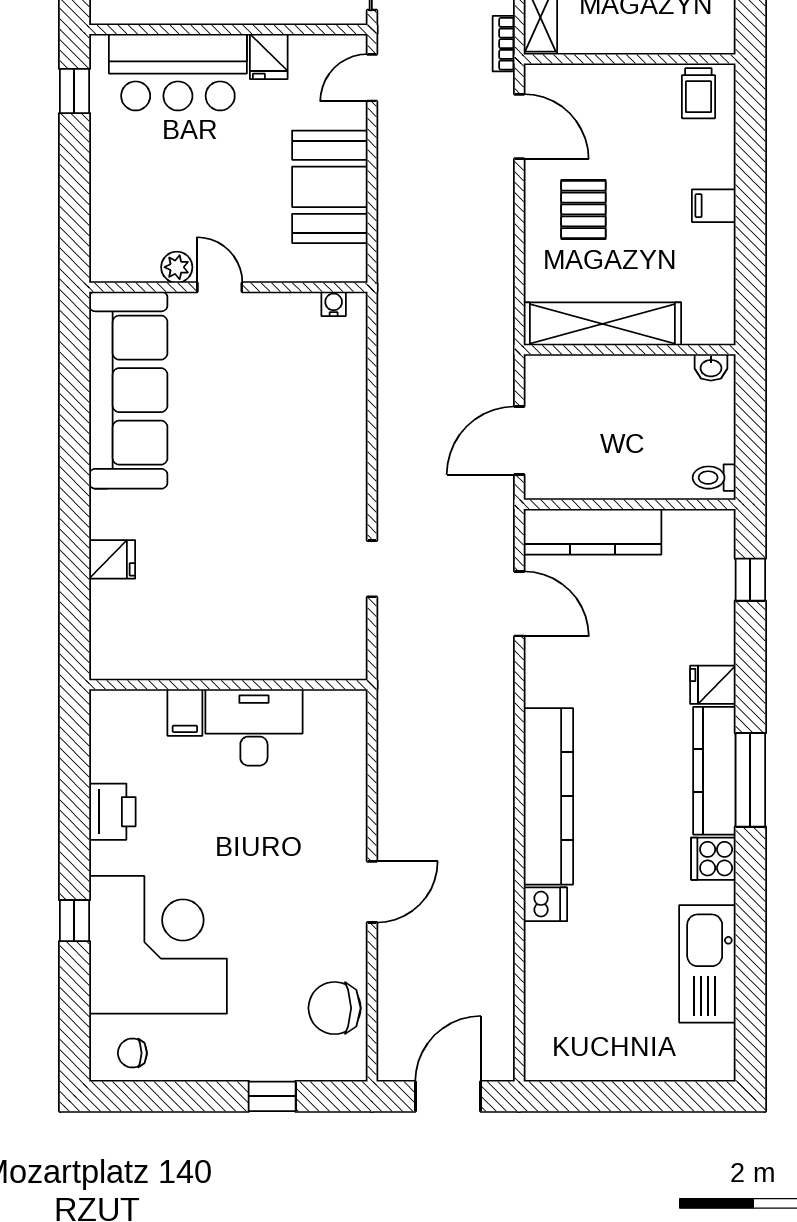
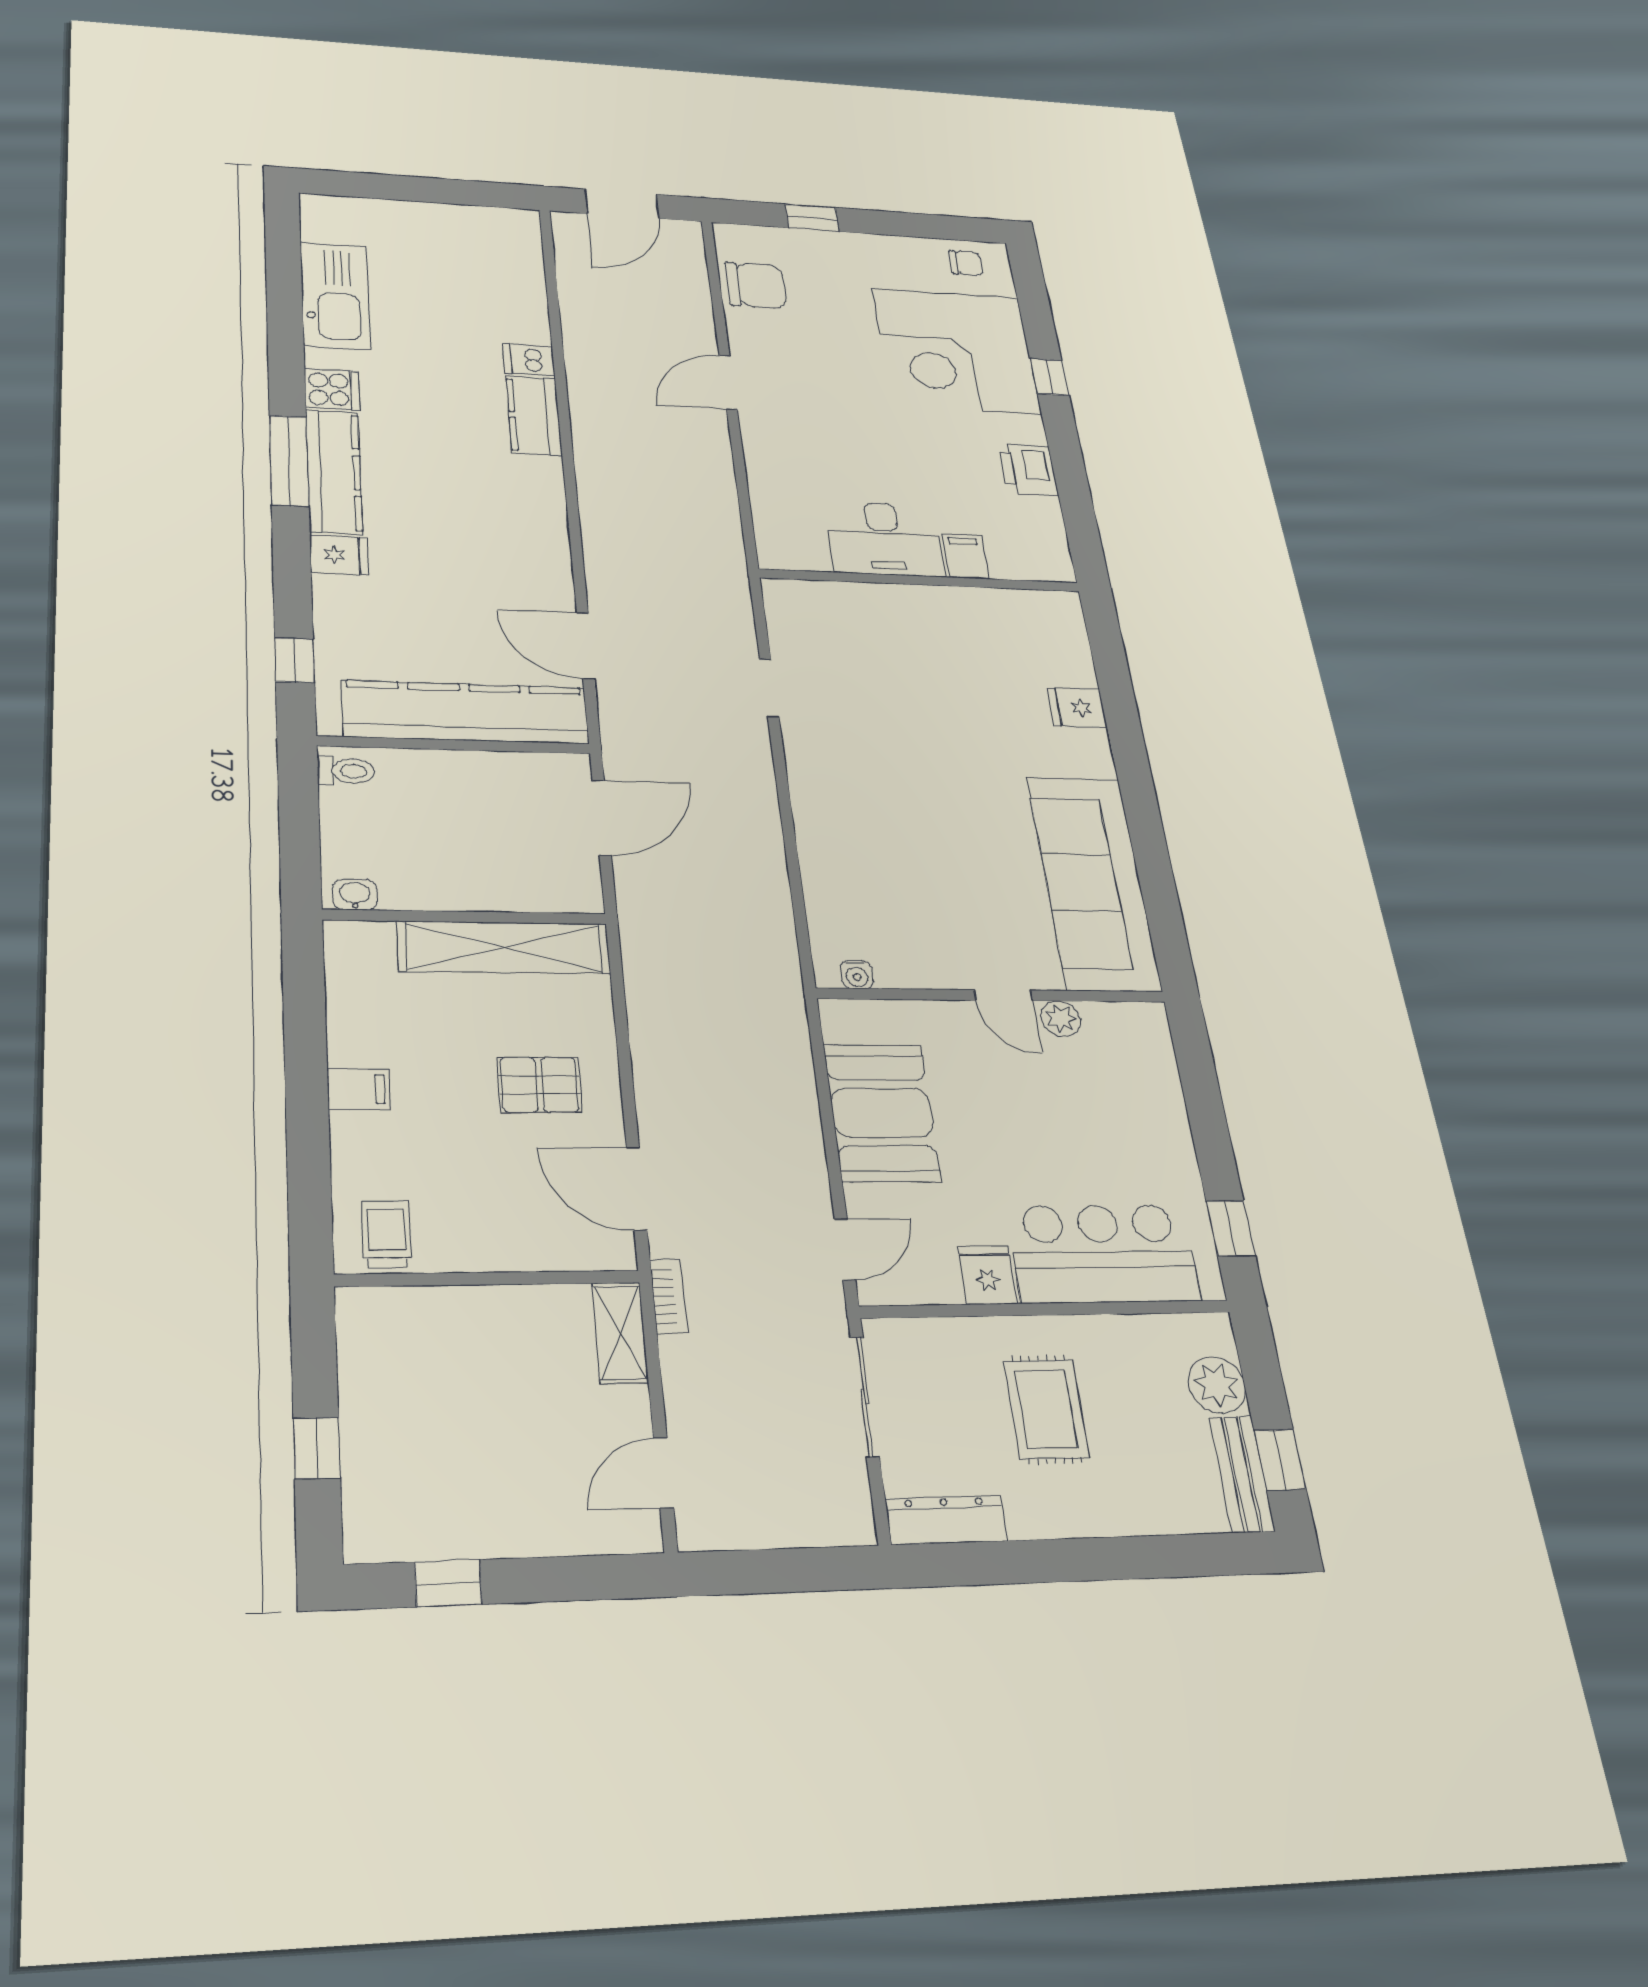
pallet: (583, 209) -> (539, 1085), turned 90
kitchen counter: (592, 532) -> (466, 712), width x1.39, depth x1.17
kitchen counter: (548, 796) -> (534, 416), width x0.48, depth x0.86

